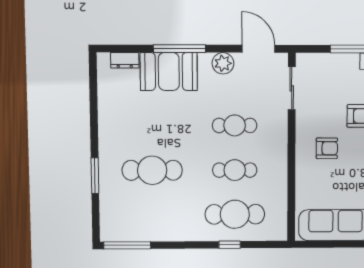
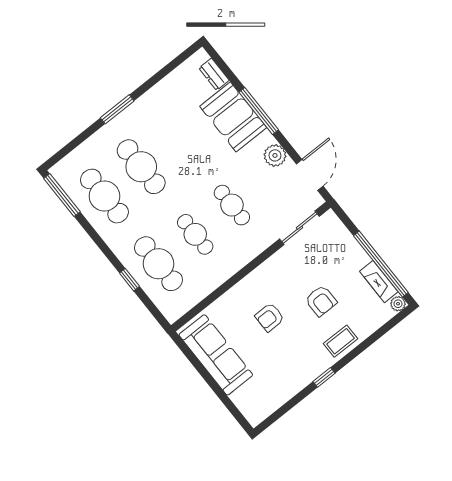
armchair: (327, 148) -> (270, 317), moved, turned 90
window: (95, 176) -> (117, 109), moved
cafe table: (153, 215) -> (104, 196), added

